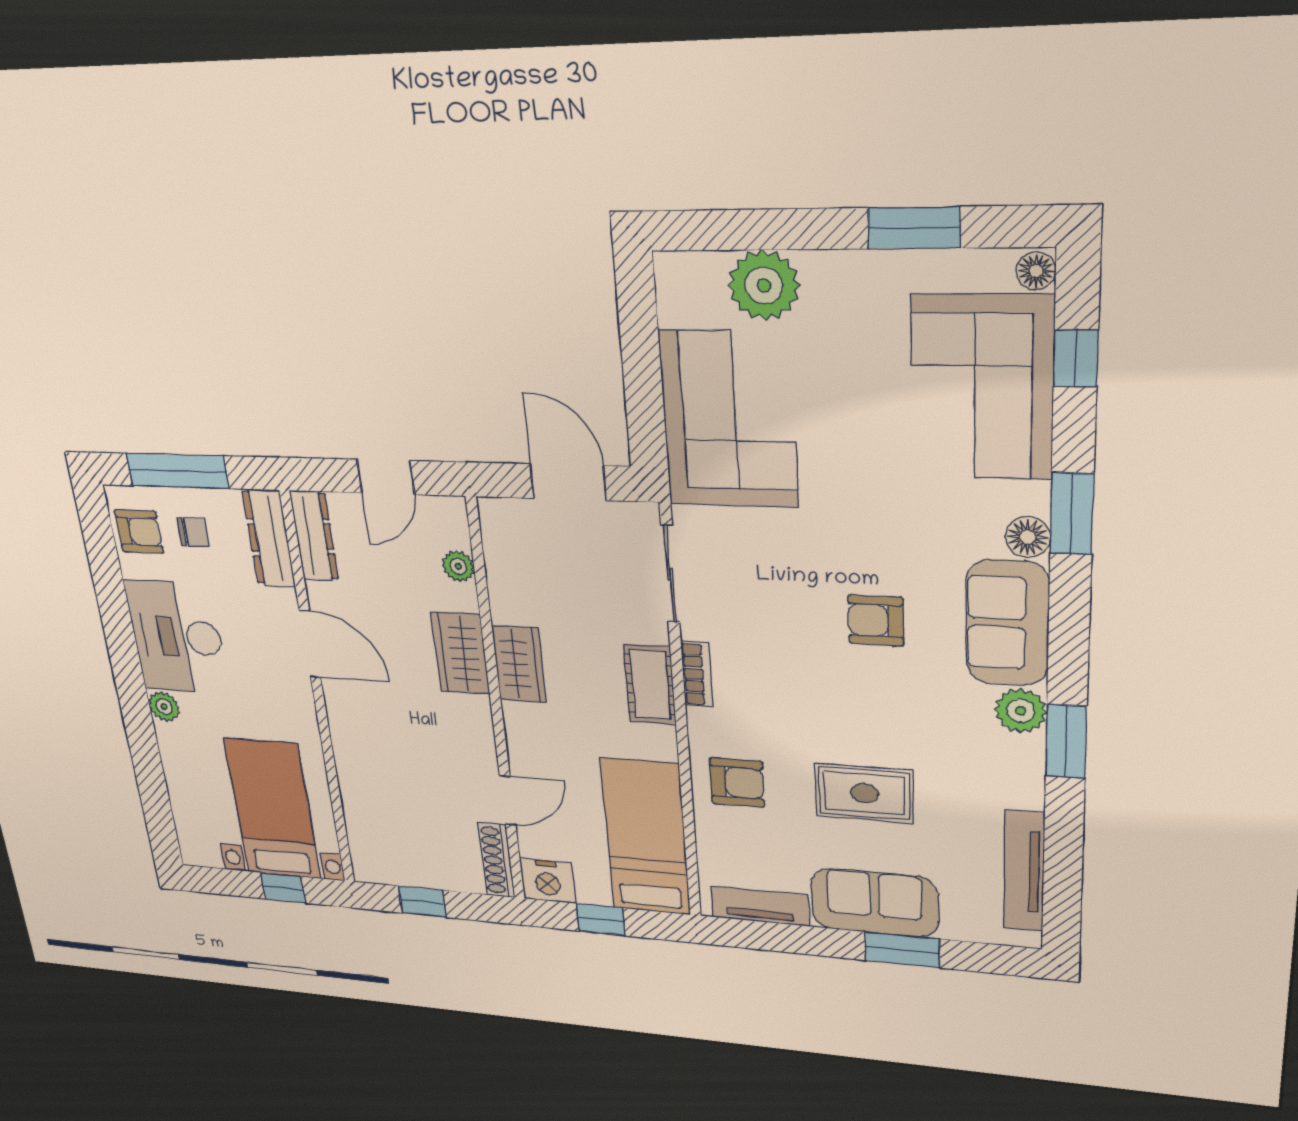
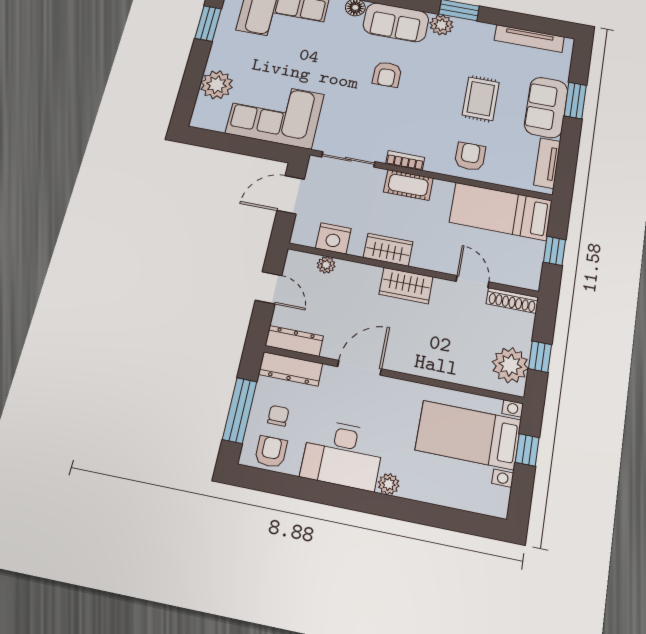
wardrobe: (460, 653) -> (406, 286), moved
plant: (394, 861) -> (510, 365), added
nightstand: (548, 881) -> (333, 238), moved, turned 90

